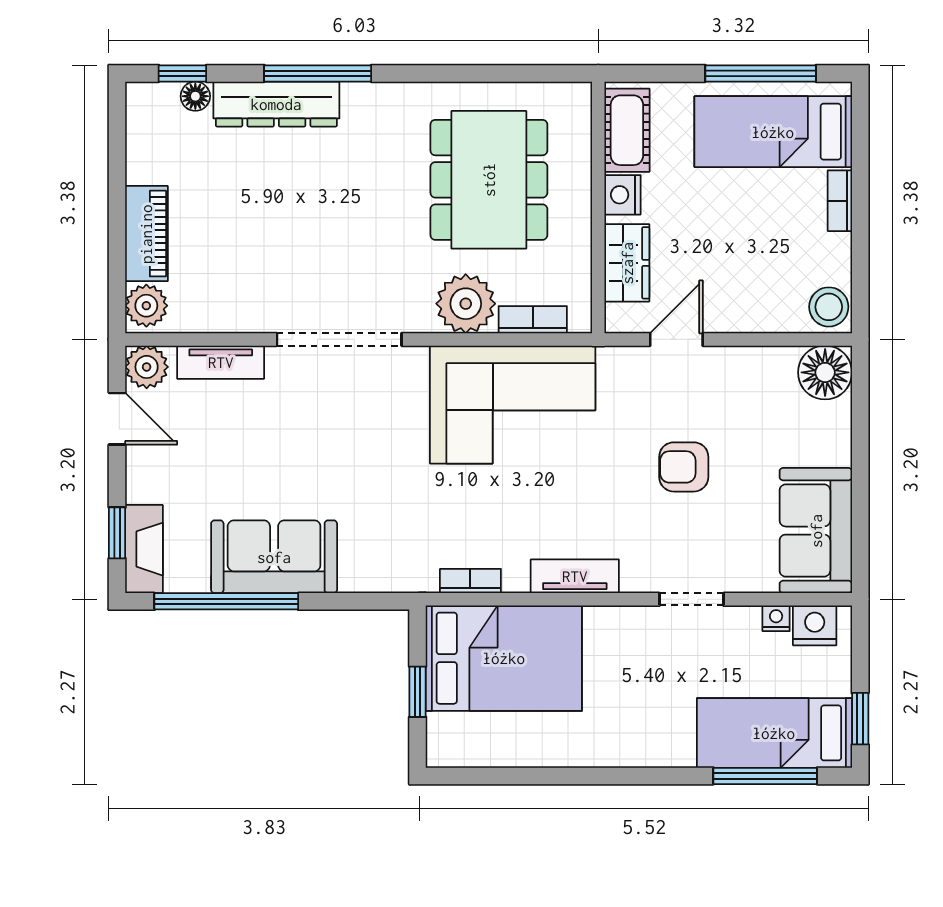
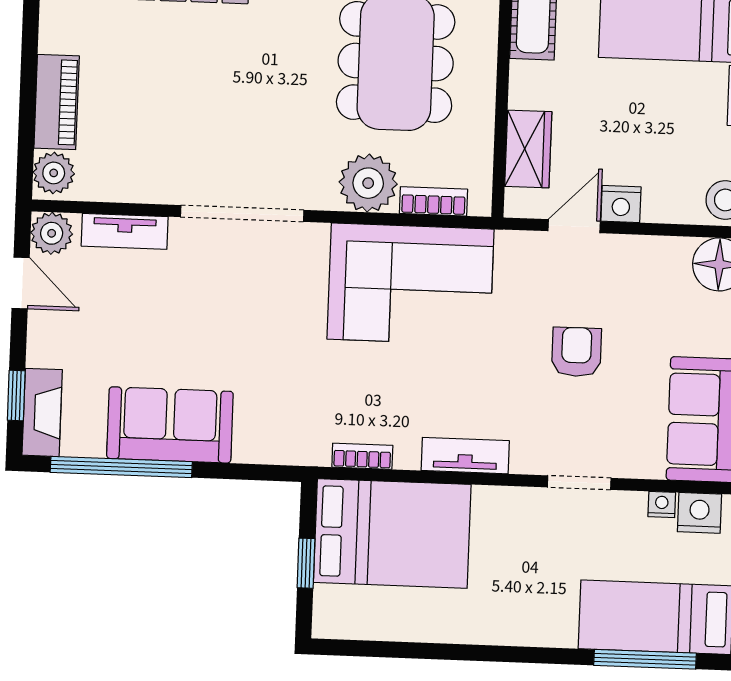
nightstand: (623, 195) -> (621, 204), moved, turned -90
armchair: (684, 467) -> (577, 352), turned 90

